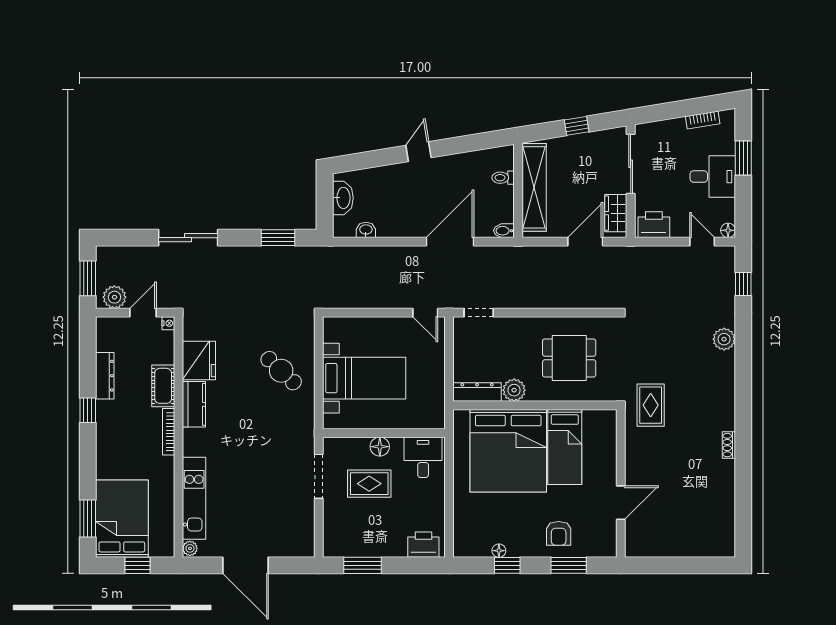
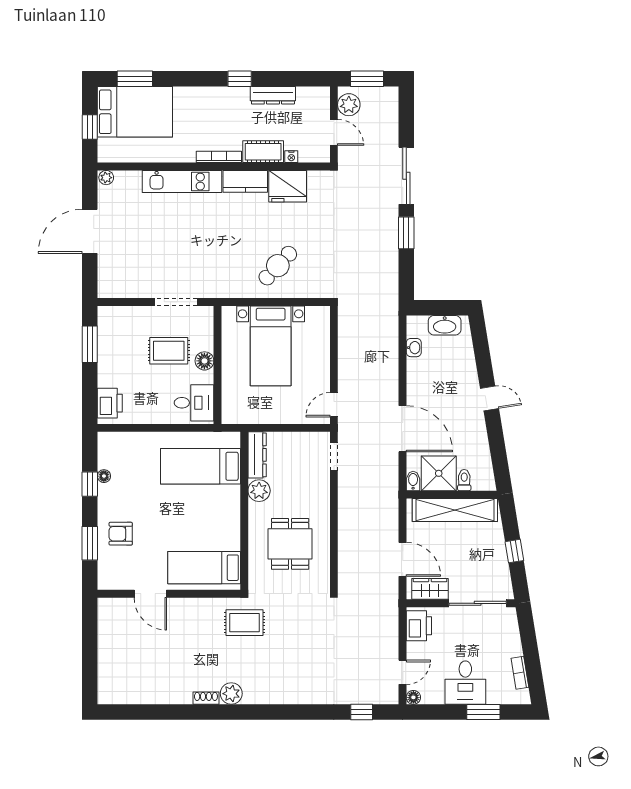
shower: (496, 204) -> (439, 473), added
window: (278, 238) -> (406, 233), moved
nightstand: (168, 323) -> (291, 157), moved
plant: (724, 339) -> (231, 694), moved
bed: (565, 447) -> (204, 568), moved
bed: (508, 451) -> (200, 466), width x0.49
rug: (369, 484) -> (169, 351), turned 90
kitchen unit: (194, 498) -> (182, 182), moved

